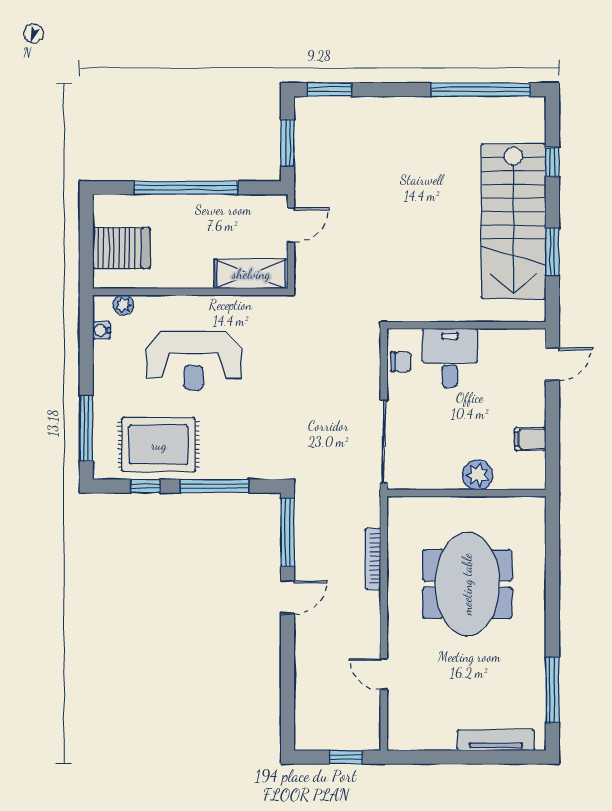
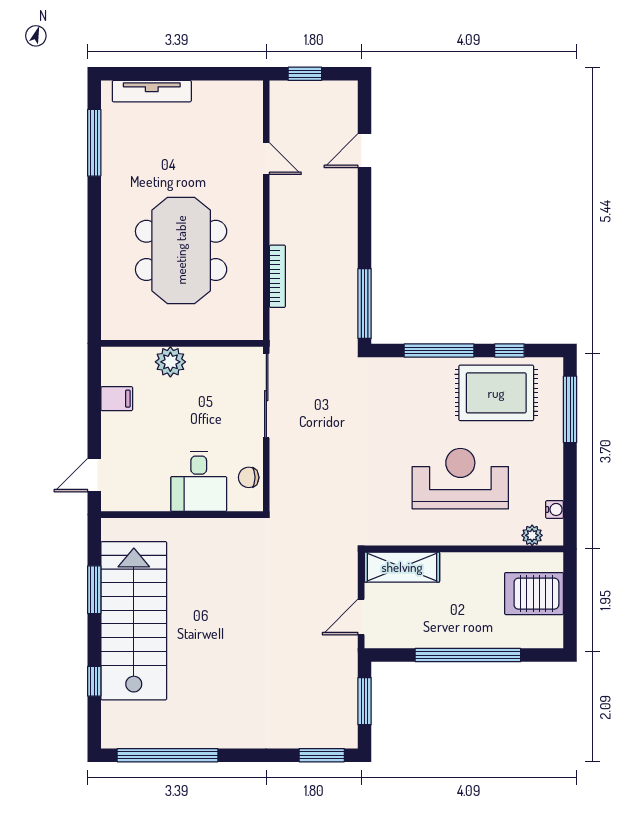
door: (288, 597) -> (365, 151), moved

